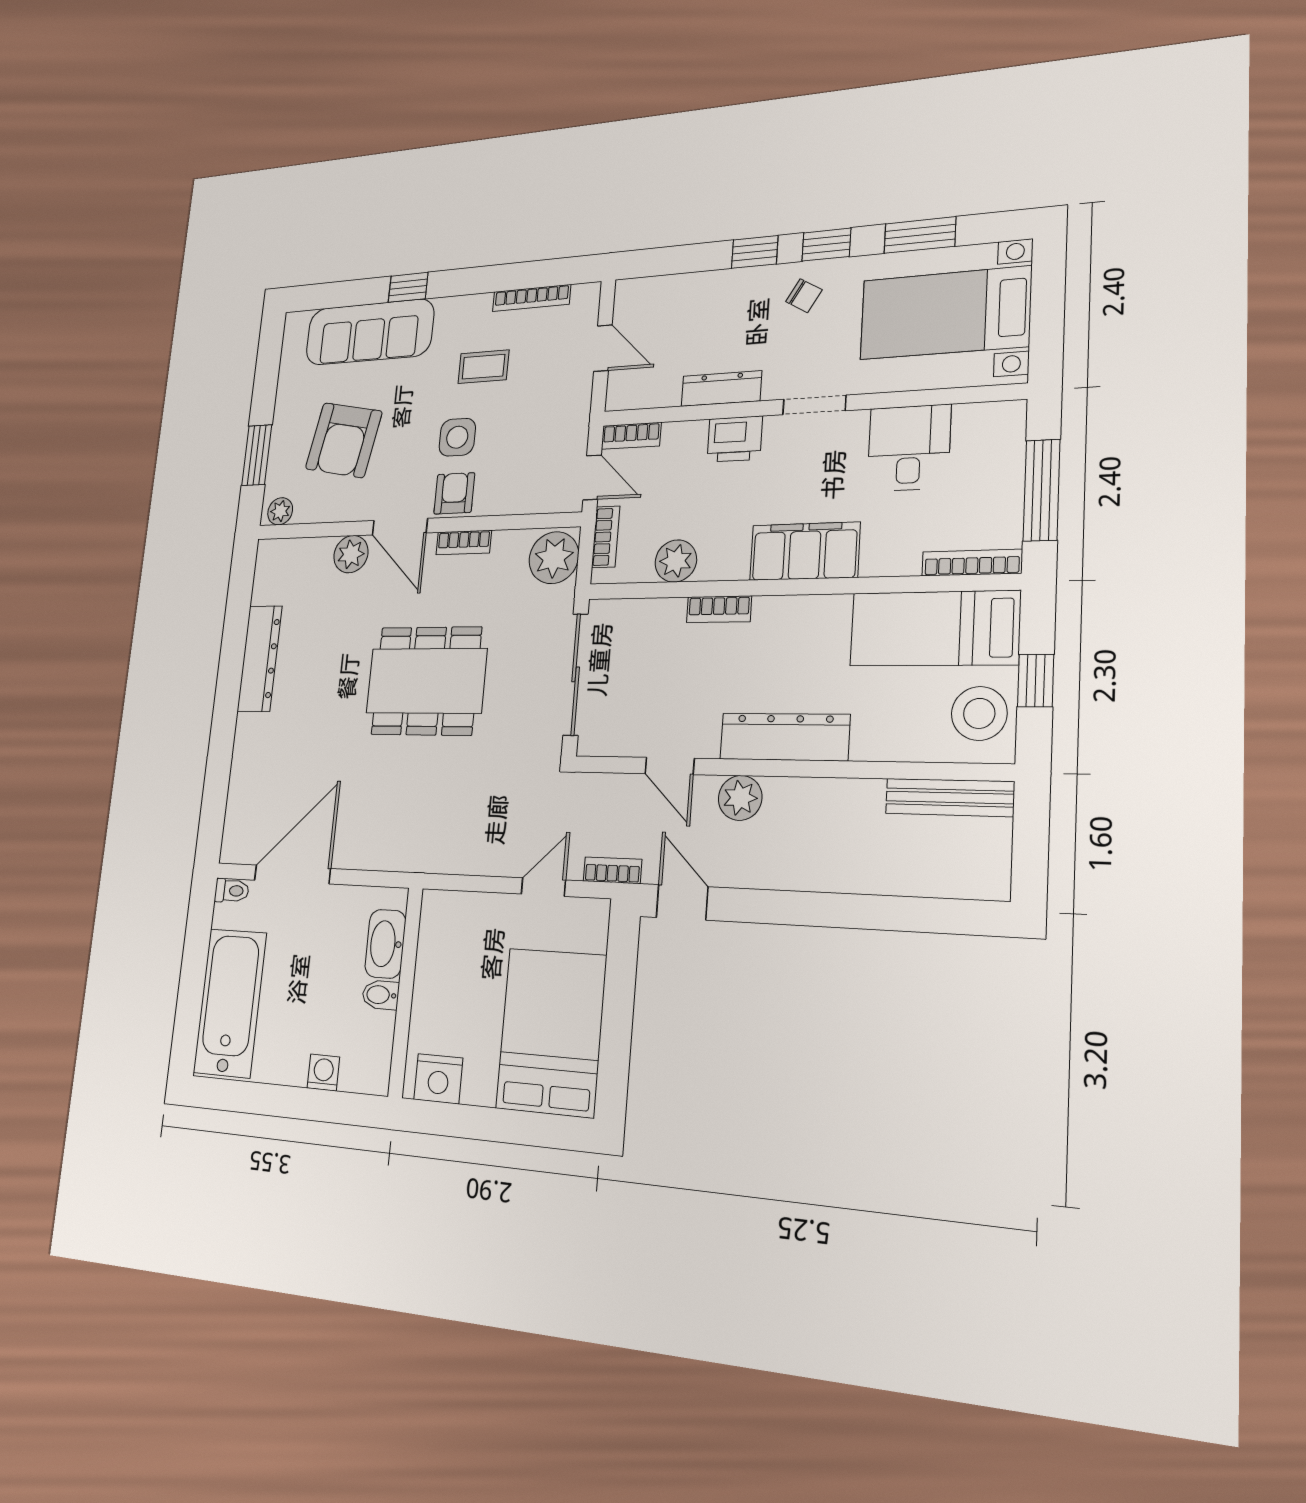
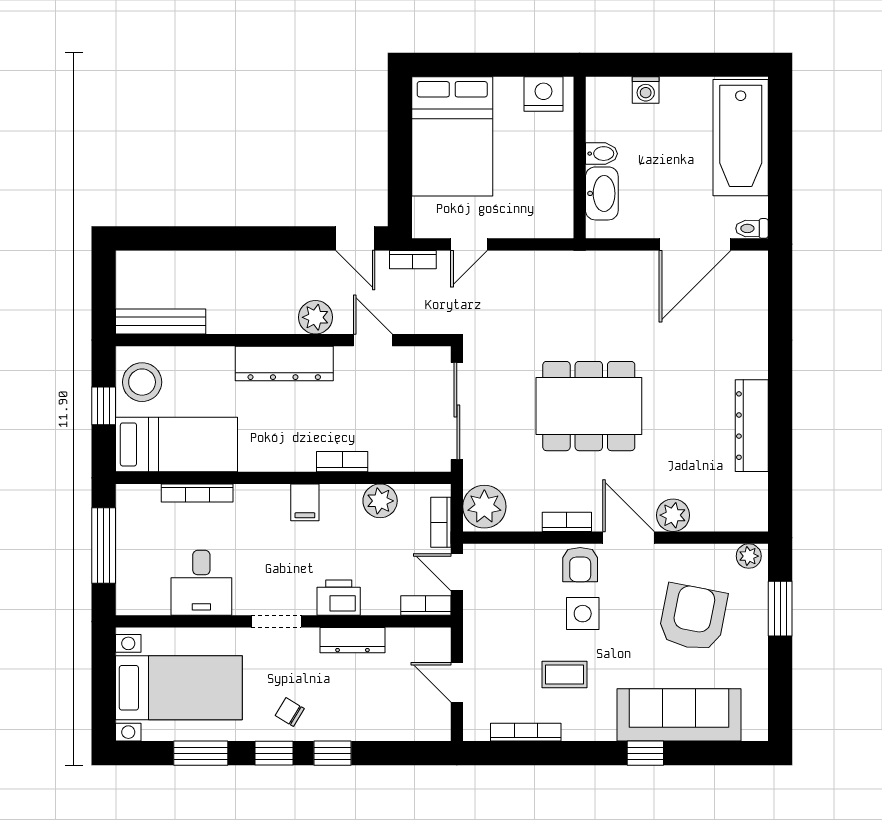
filing cabinet: (805, 551) -> (305, 502), width x0.33, depth x0.86
bookcase: (972, 563) -> (197, 493), moved

